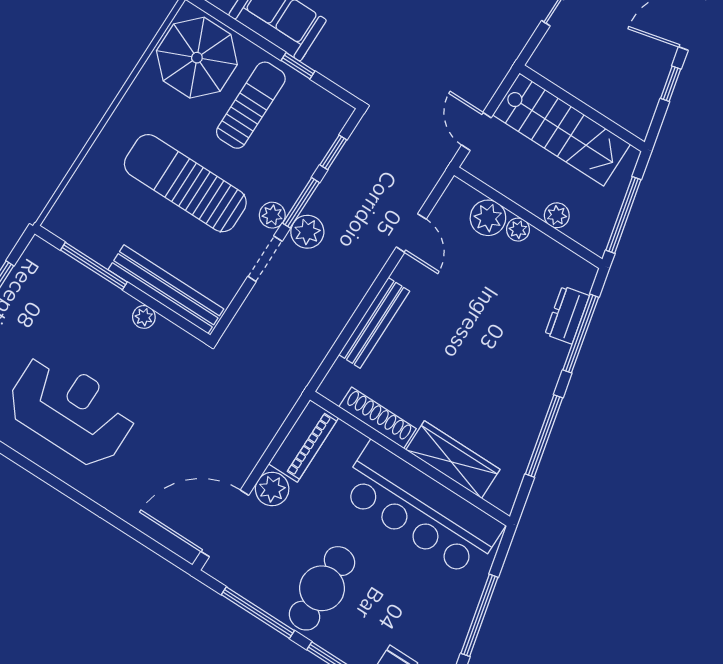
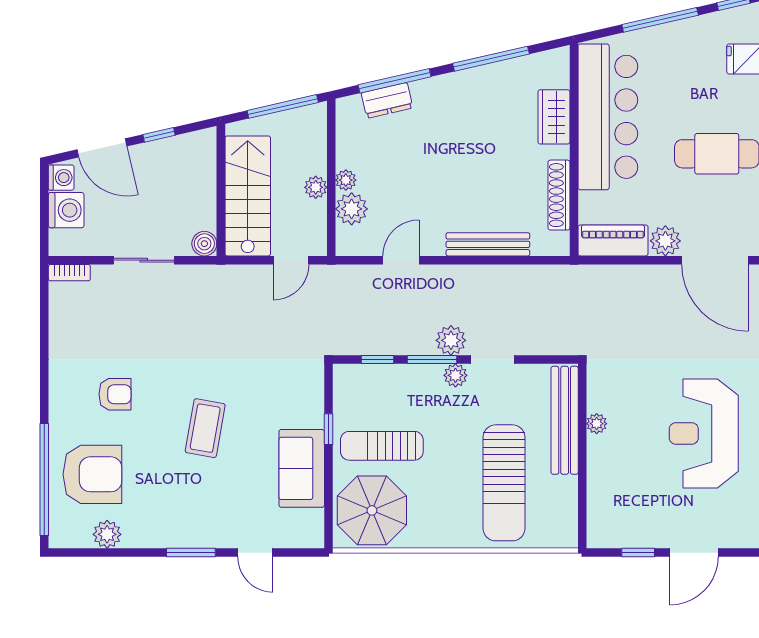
boiler: (543, 61) -> (204, 244), added
sun lounger: (185, 183) -> (504, 483), moved
plant: (557, 215) -> (316, 187), moved
window: (94, 266) -> (582, 487), removed
wardrobe: (453, 460) -> (554, 117), width x0.67

